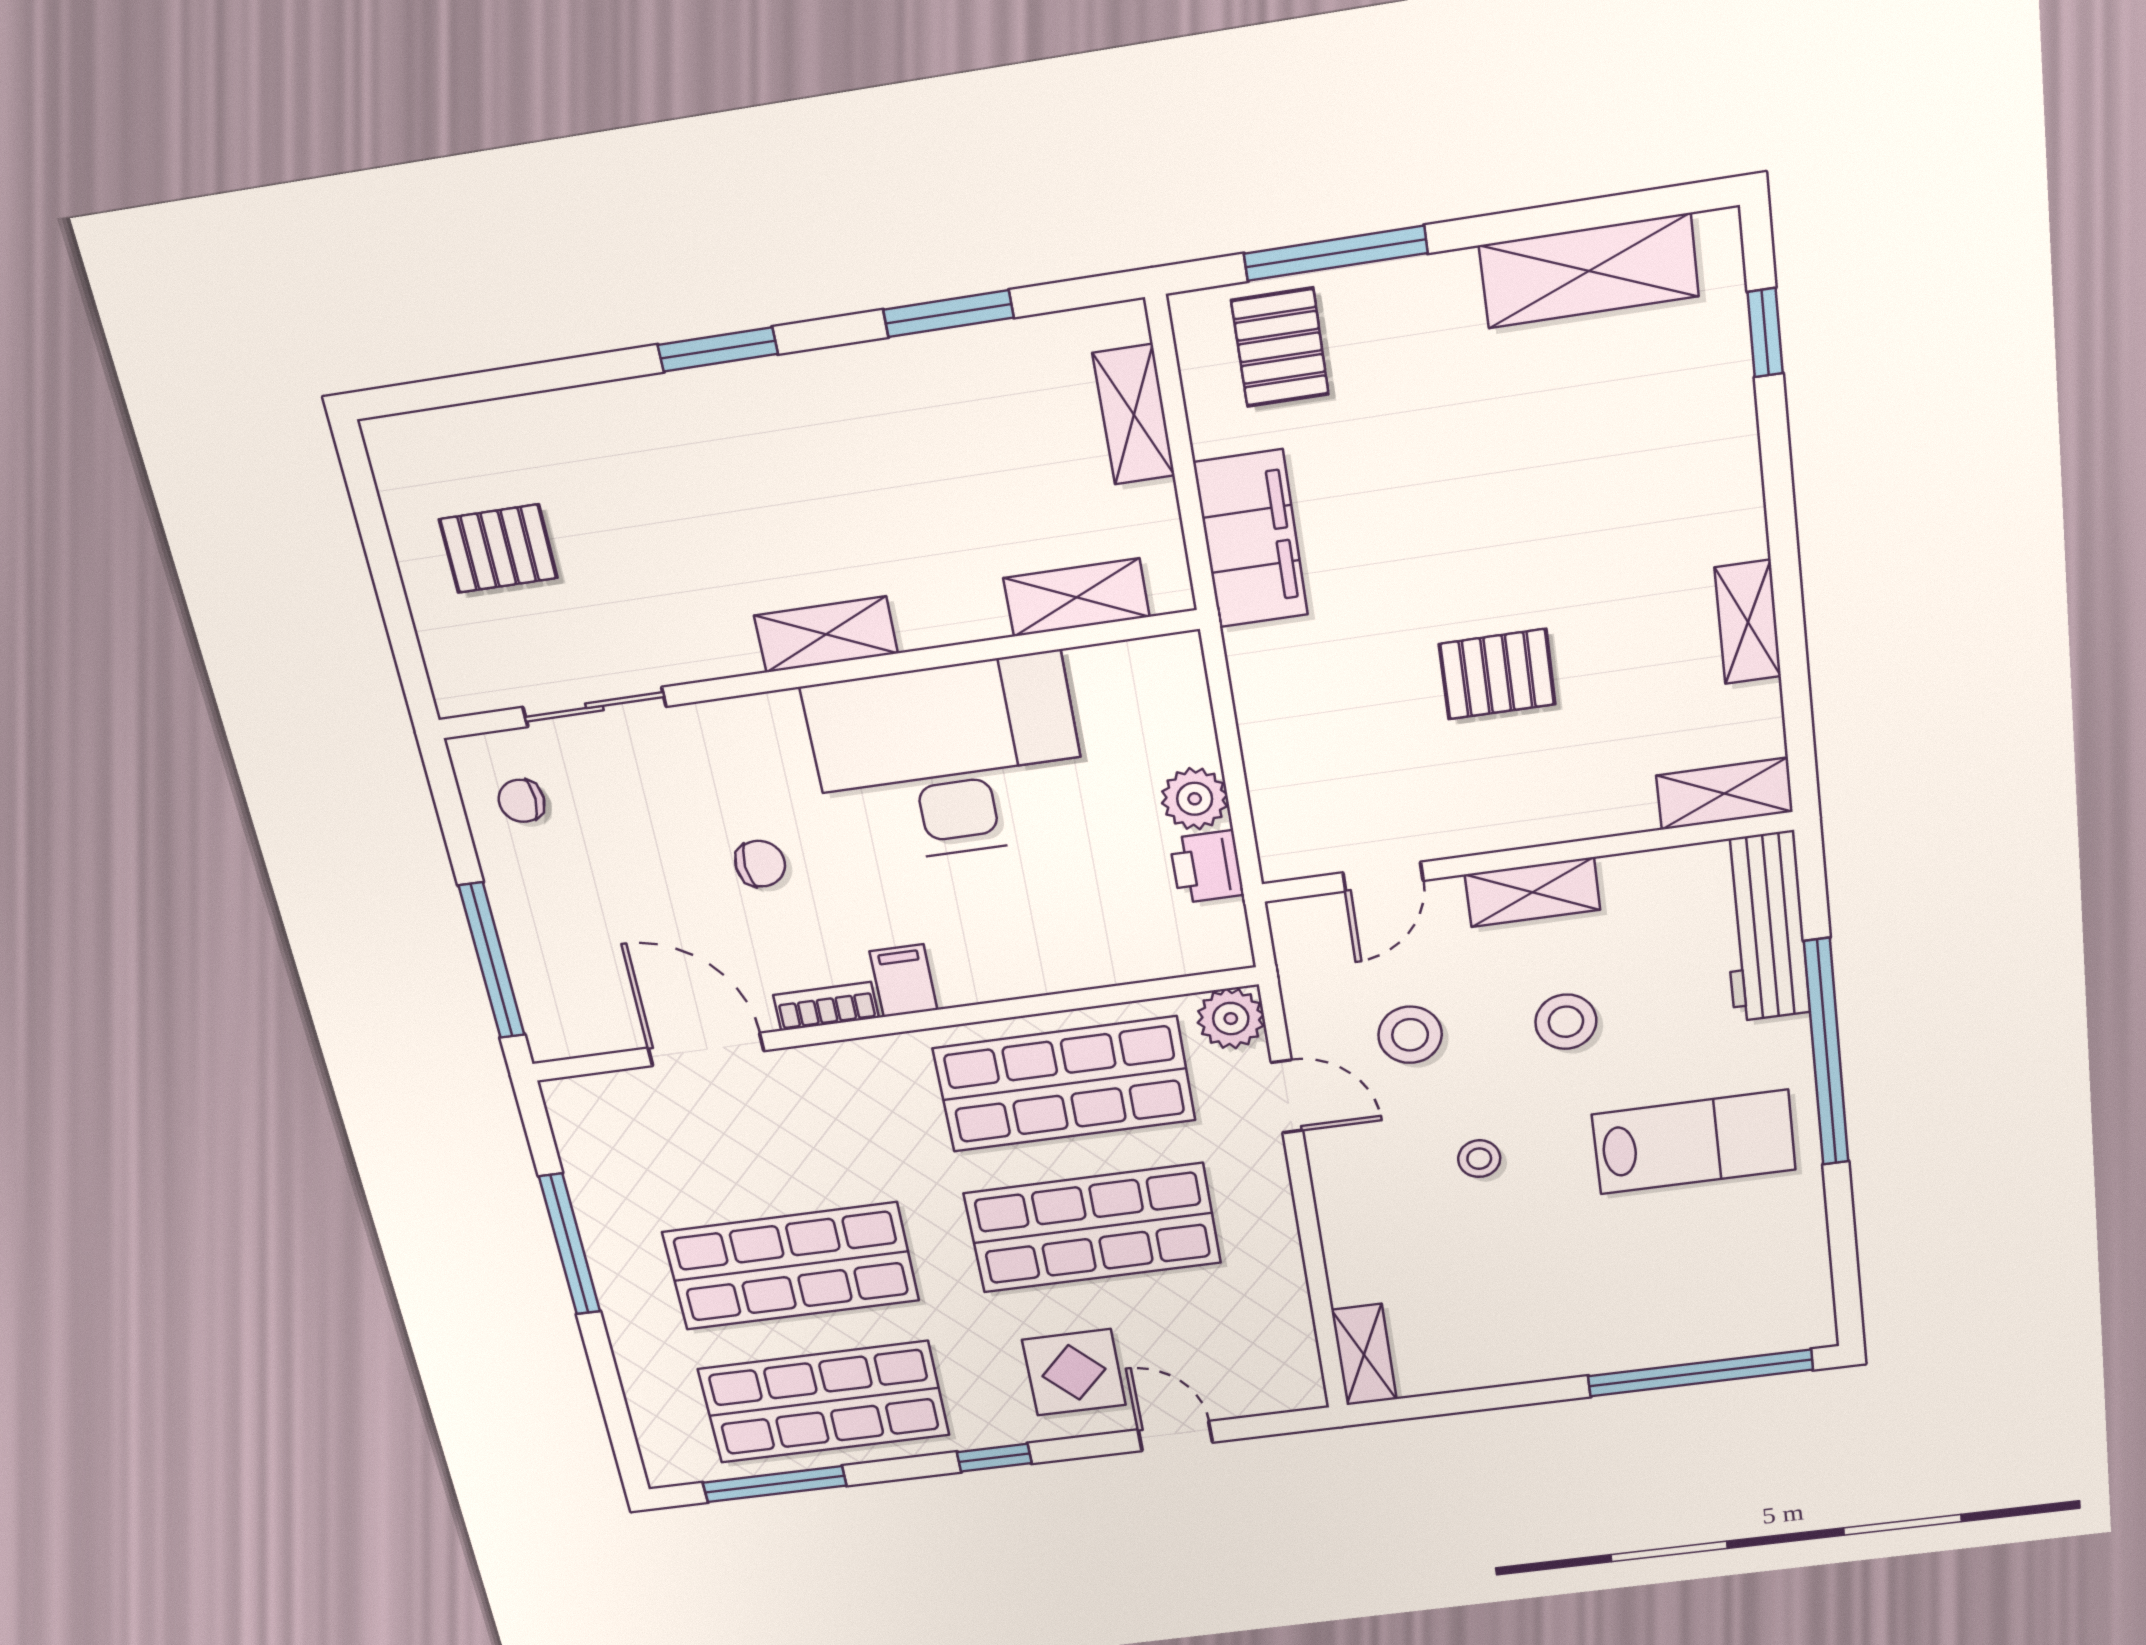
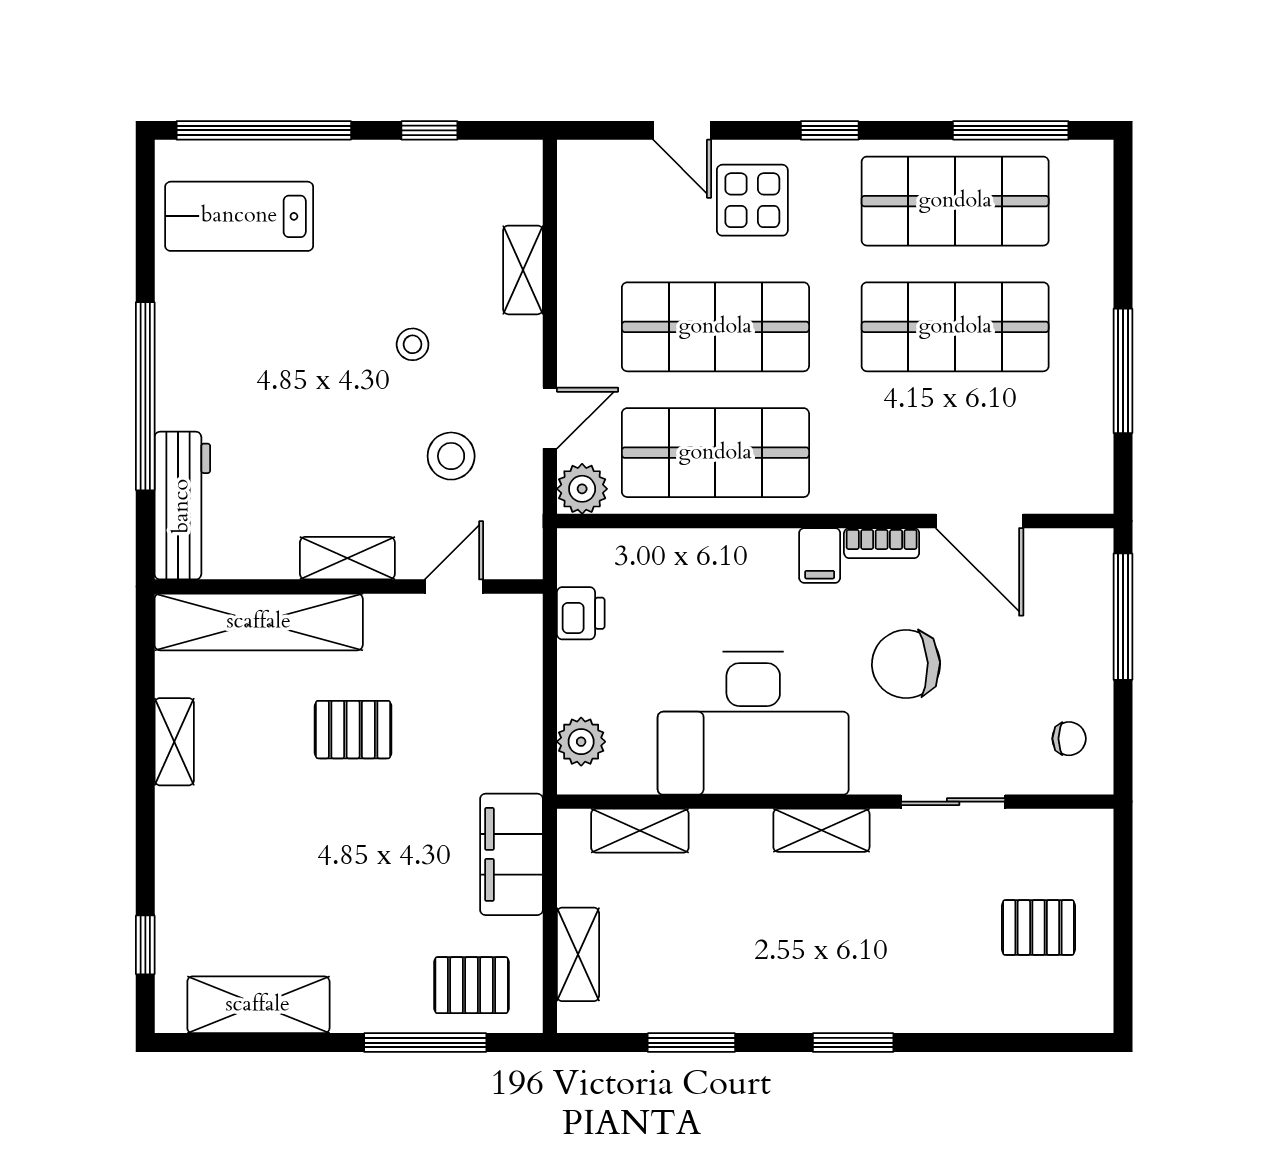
pallet: (1280, 347) -> (472, 985), turned 90
sliding door: (594, 707) -> (953, 802), moved
shelving: (1725, 794) -> (259, 622), width x2.20, depth x1.33
plant: (1195, 799) -> (581, 742), moved
chair: (760, 864) -> (906, 664), width x1.87, depth x1.87
stool: (1566, 1022) -> (335, 450), removed
door: (1287, 1096) -> (550, 418), swing flipped
lab bench: (1694, 1142) -> (239, 216), moved
shelving: (1364, 1355) -> (523, 270), moved
window: (1490, 1398) -> (429, 130), added

